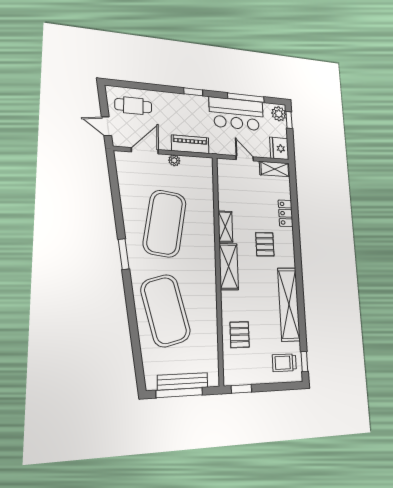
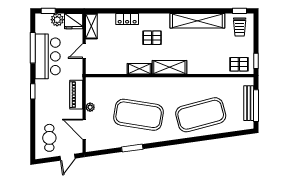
plant: (279, 114) -> (57, 20), moved
window: (124, 254) -> (132, 148), moved
pallet: (240, 335) -> (239, 64), moved

